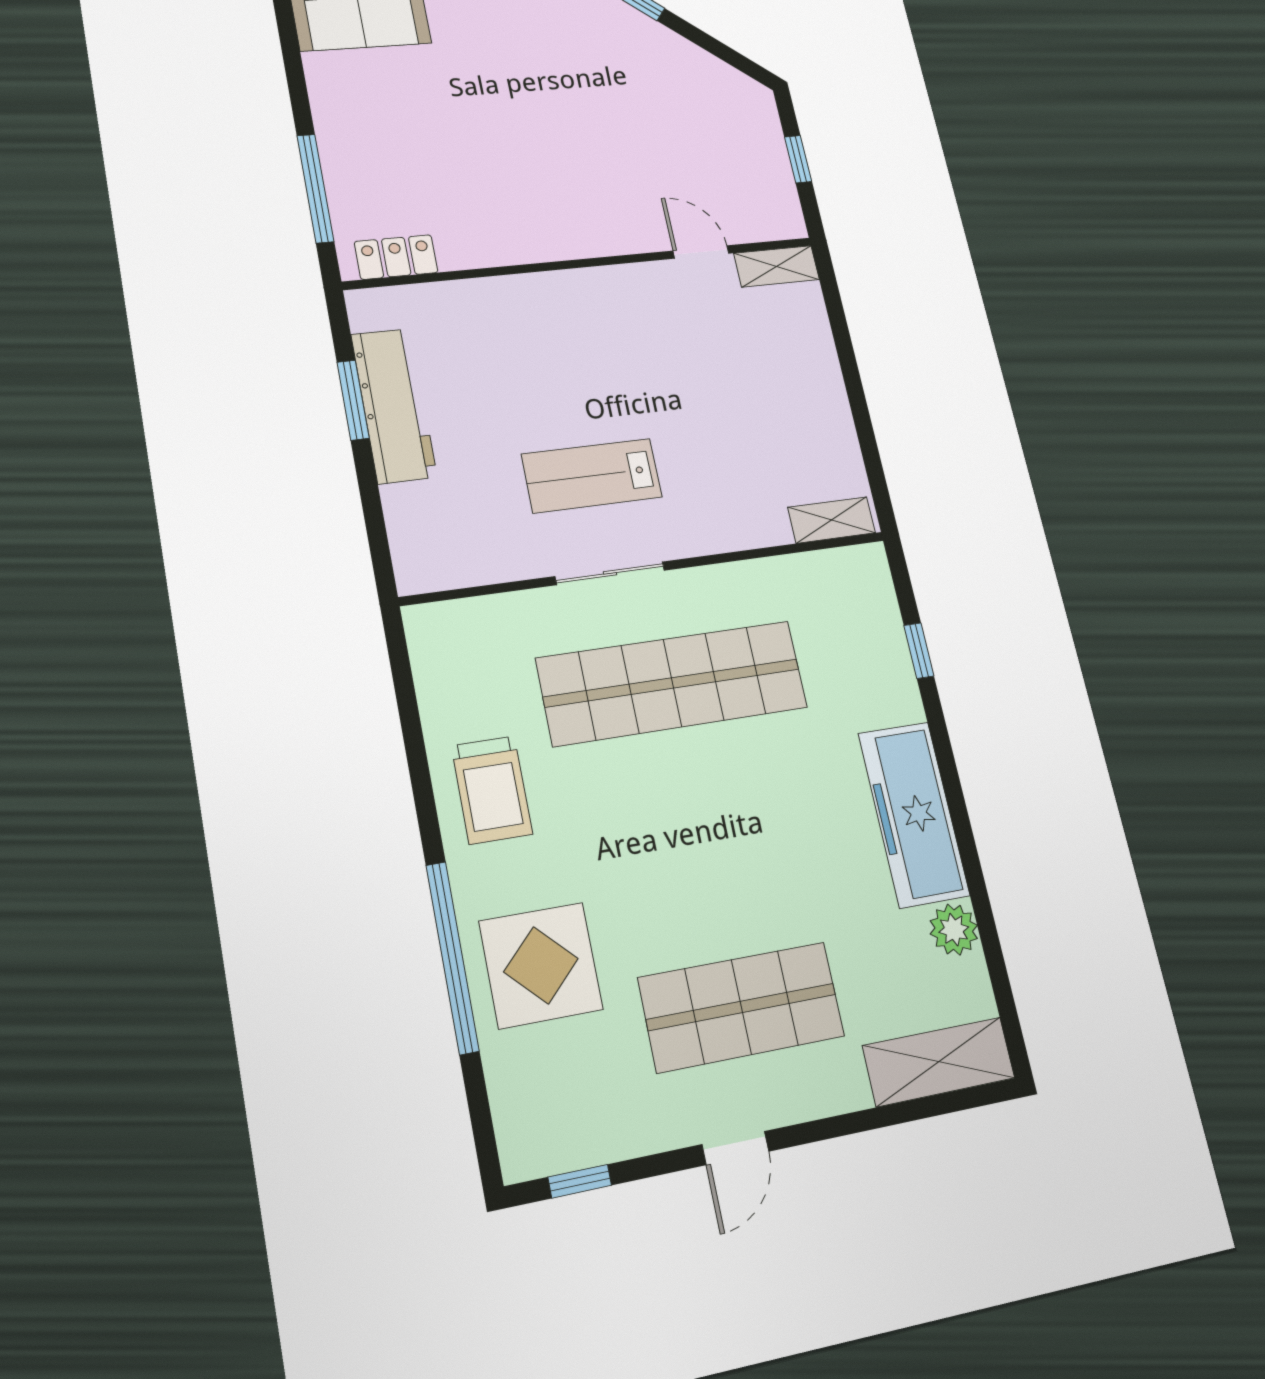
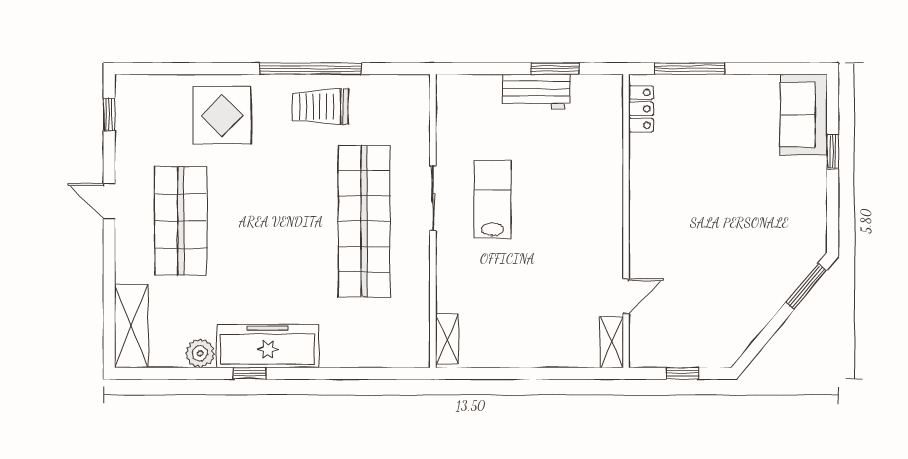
workbench: (394, 405) -> (536, 92), width x0.73
window: (919, 651) -> (250, 373), moved
window: (452, 957) -> (311, 69), moved

